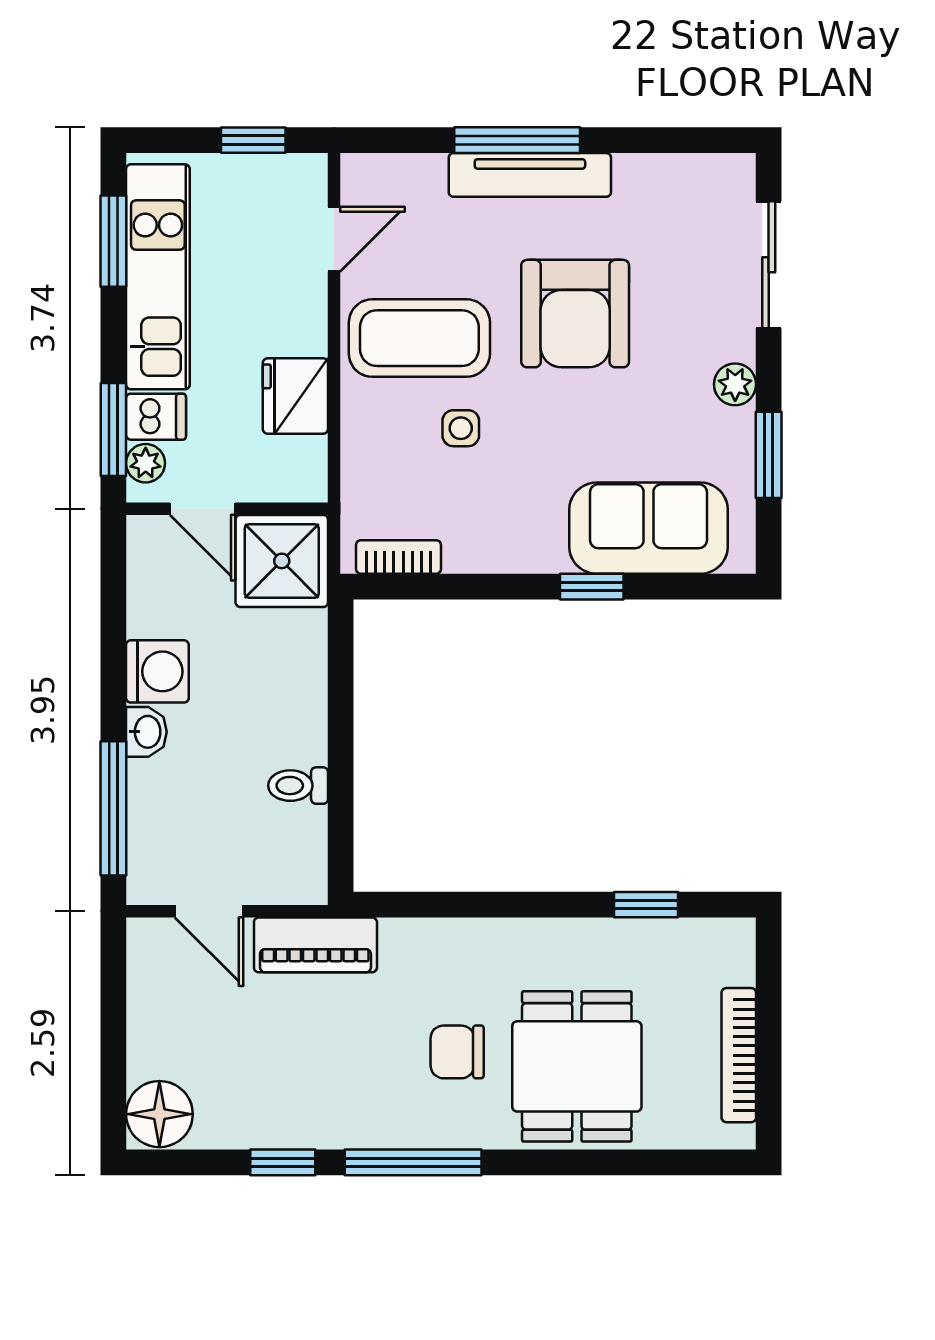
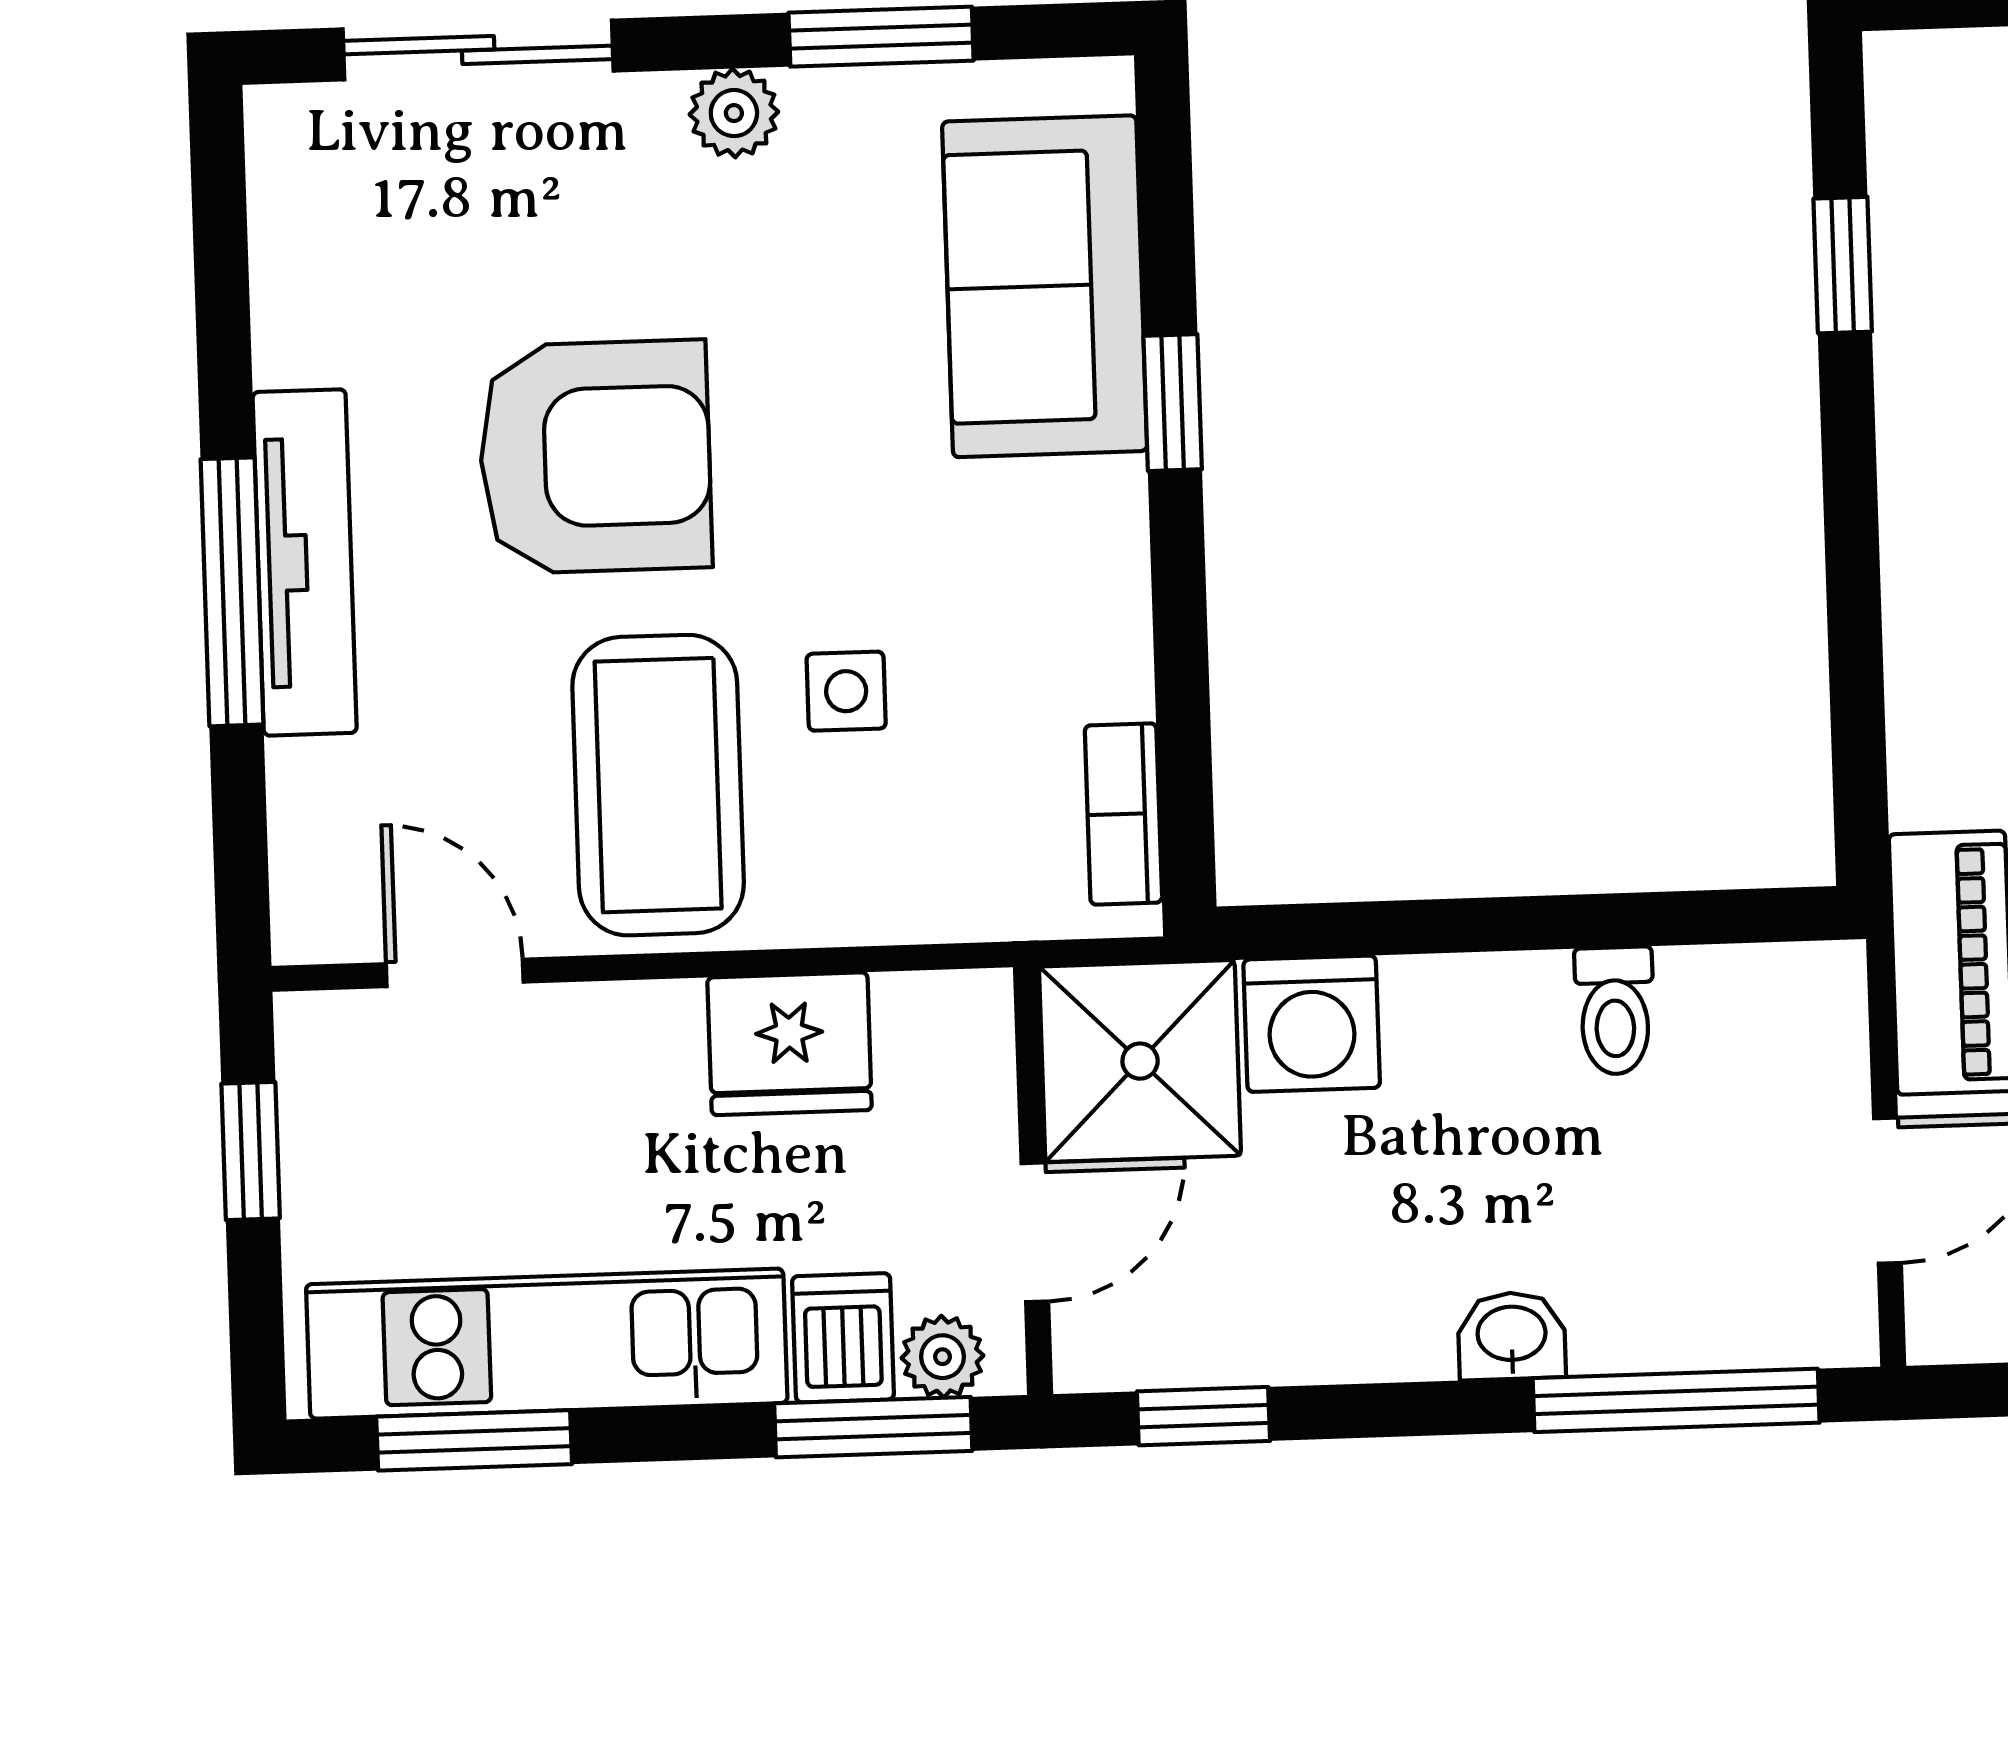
window: (113, 585) -> (1203, 1416), added
washing machine: (157, 671) -> (1312, 1024), moved, turned 180

